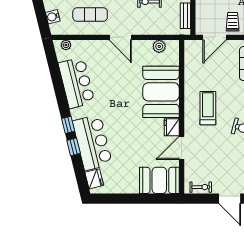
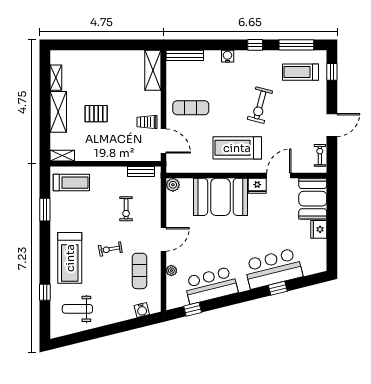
plant: (66, 45) -> (171, 271), moved
plant: (159, 46) -> (173, 185), moved
treadmill: (208, 108) -> (237, 148), width x1.37, depth x1.38
window: (68, 125) -> (193, 309), moved
door: (182, 148) -> (279, 175), swing flipped
fridge: (94, 179) -> (319, 229), moved, turned -76

